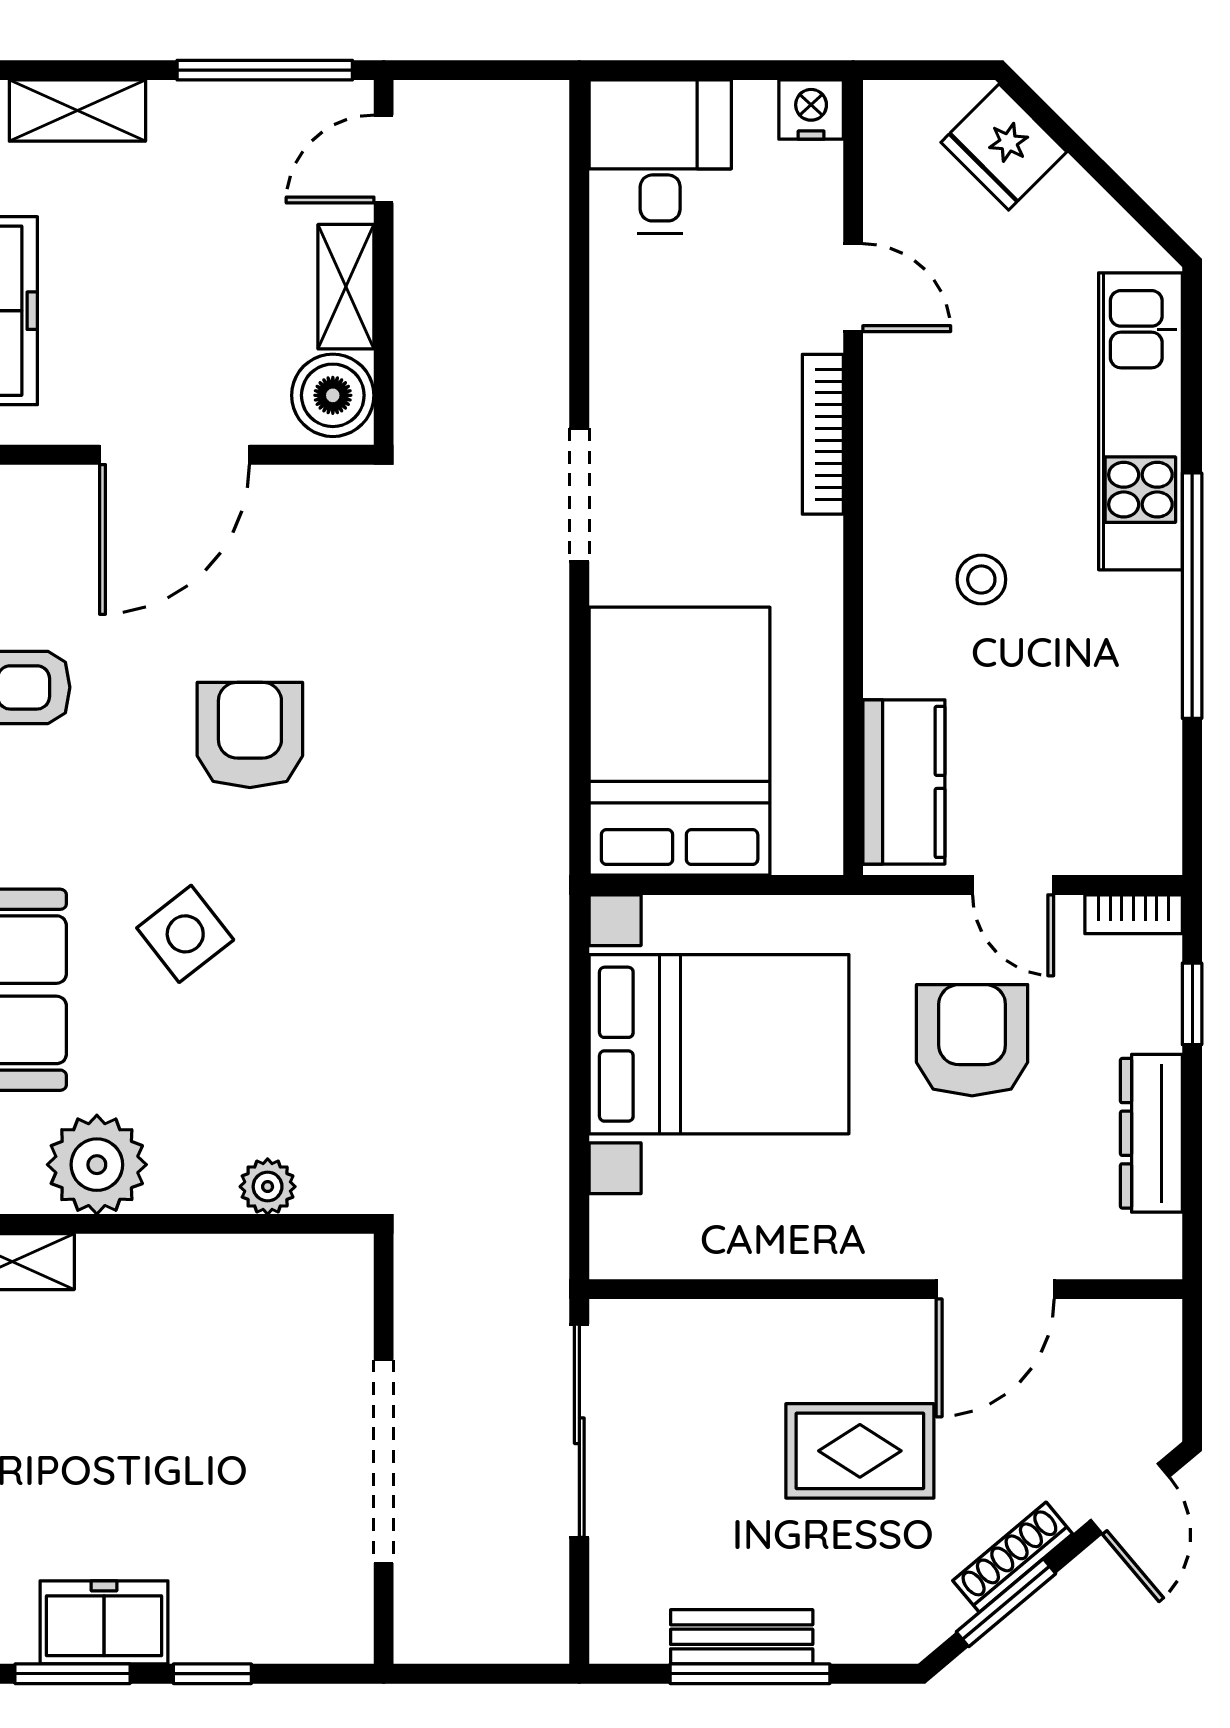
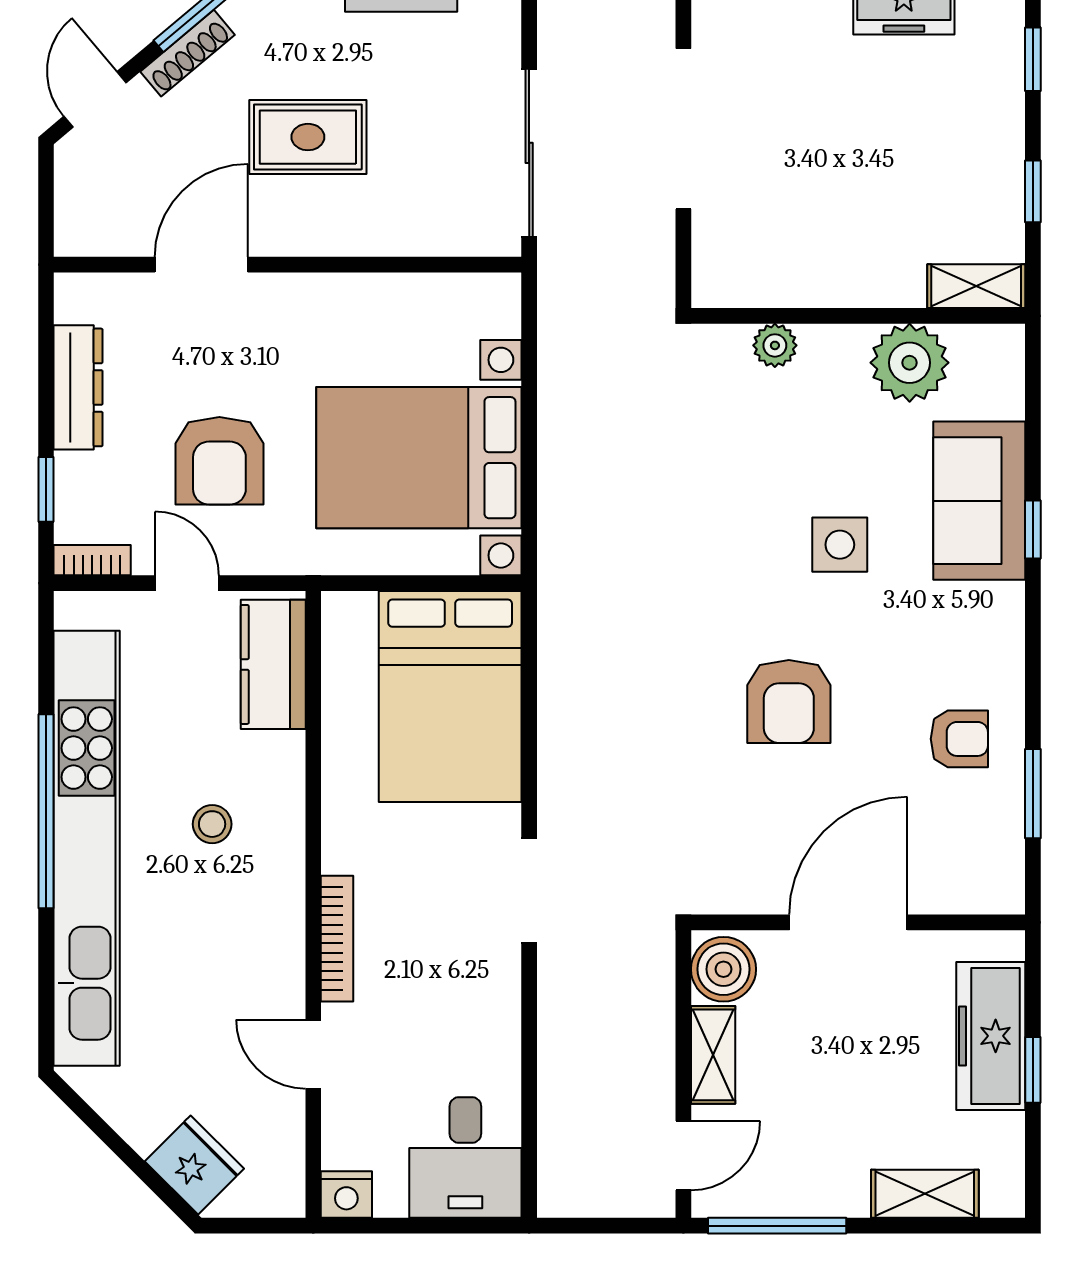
kitchen unit: (1140, 421) -> (87, 848), width x1.86
side table: (185, 934) -> (840, 545), turned 38

